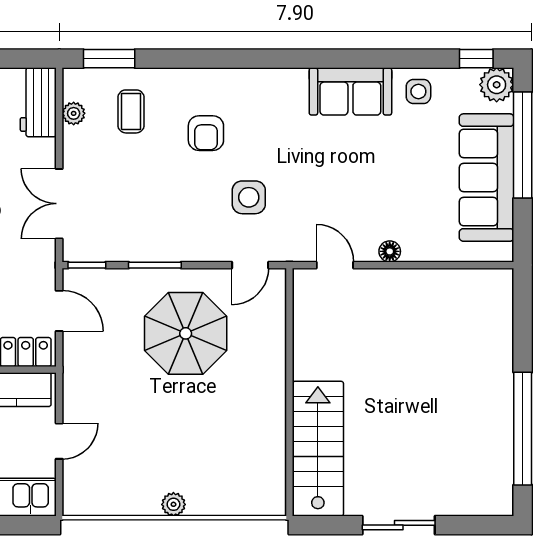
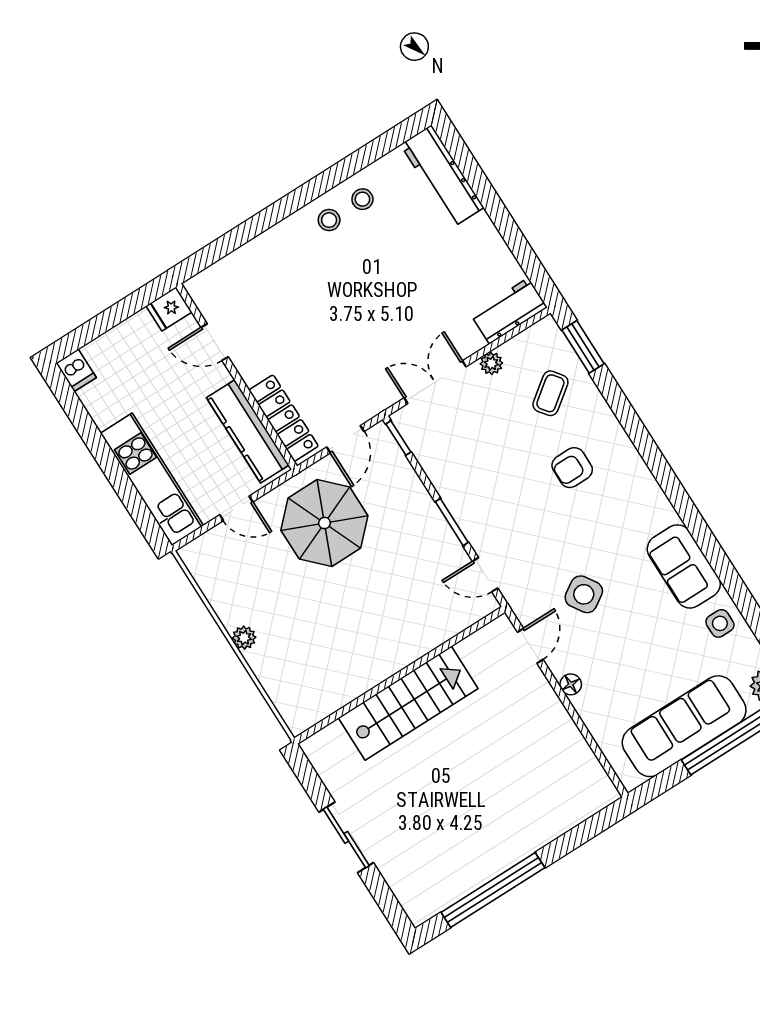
coffee table: (131, 111) -> (550, 393), turned -37
plant: (74, 113) -> (491, 363), moved
side table: (249, 197) -> (584, 594), moved, turned -33
window: (155, 265) -> (452, 522), moved
parasol: (186, 333) -> (324, 523), moved
stairs: (318, 449) -> (408, 703), moved

